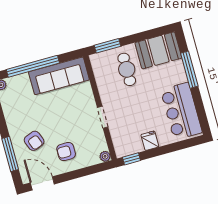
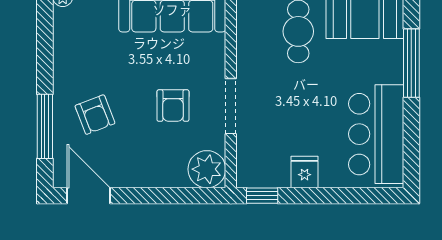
doorway: (103, 117) -> (231, 106), width x1.38
armchair: (66, 152) -> (173, 106), moved, turned -90
plant: (105, 156) -> (207, 169), width x1.87, depth x1.87

